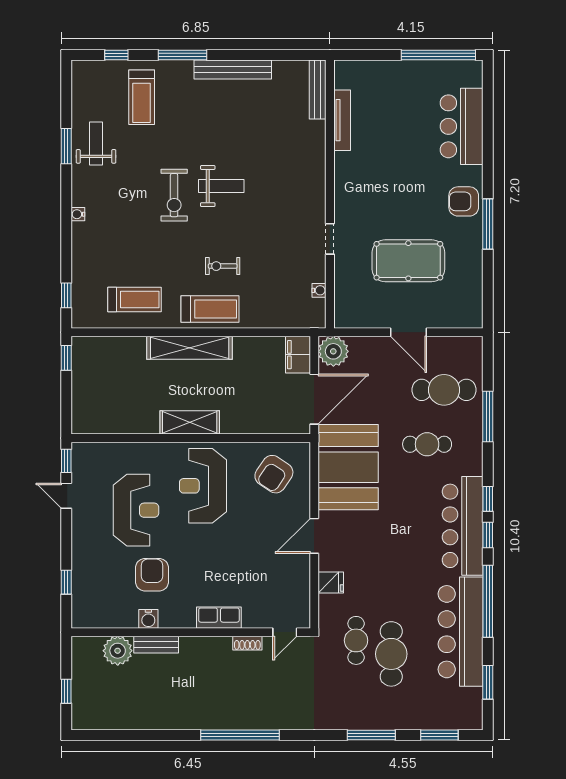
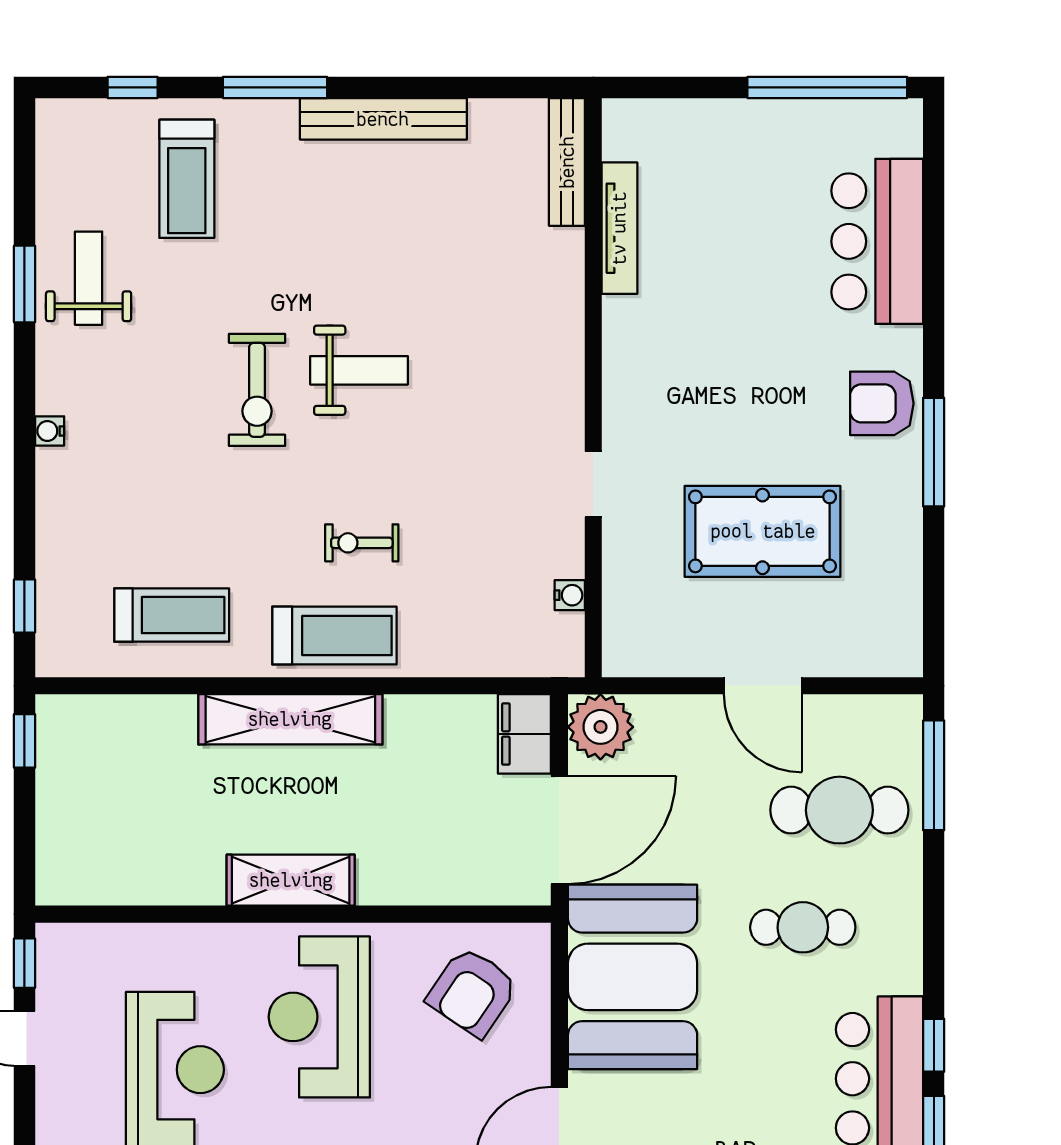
window: (488, 417) -> (934, 775), moved

